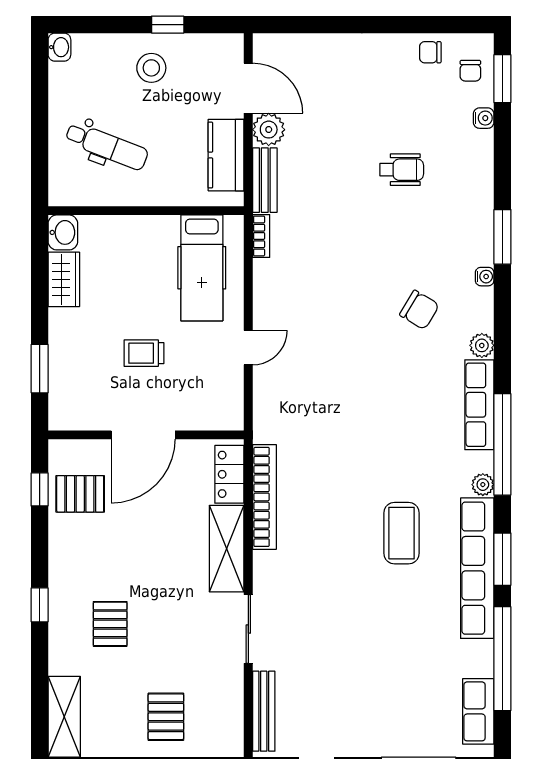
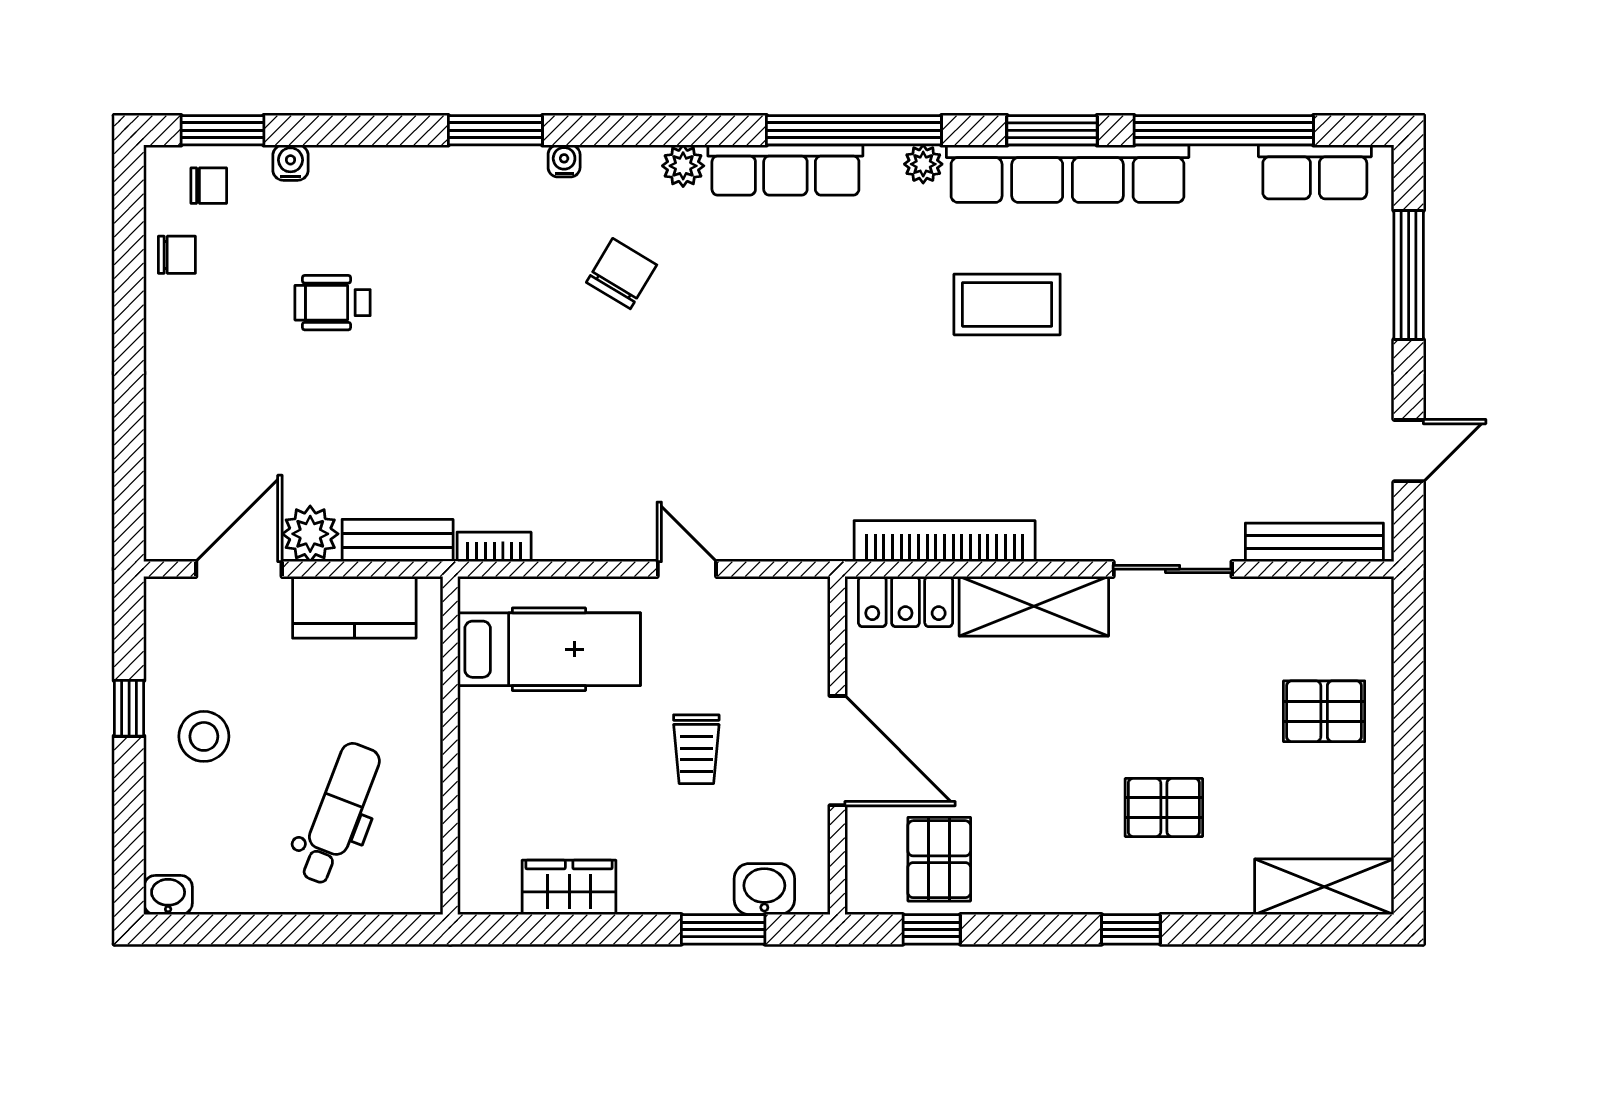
chair: (430, 52) -> (177, 255), turned -90
wheelchair: (402, 170) -> (333, 303), moved, turned -90
washbasin: (63, 232) -> (764, 889), moved

